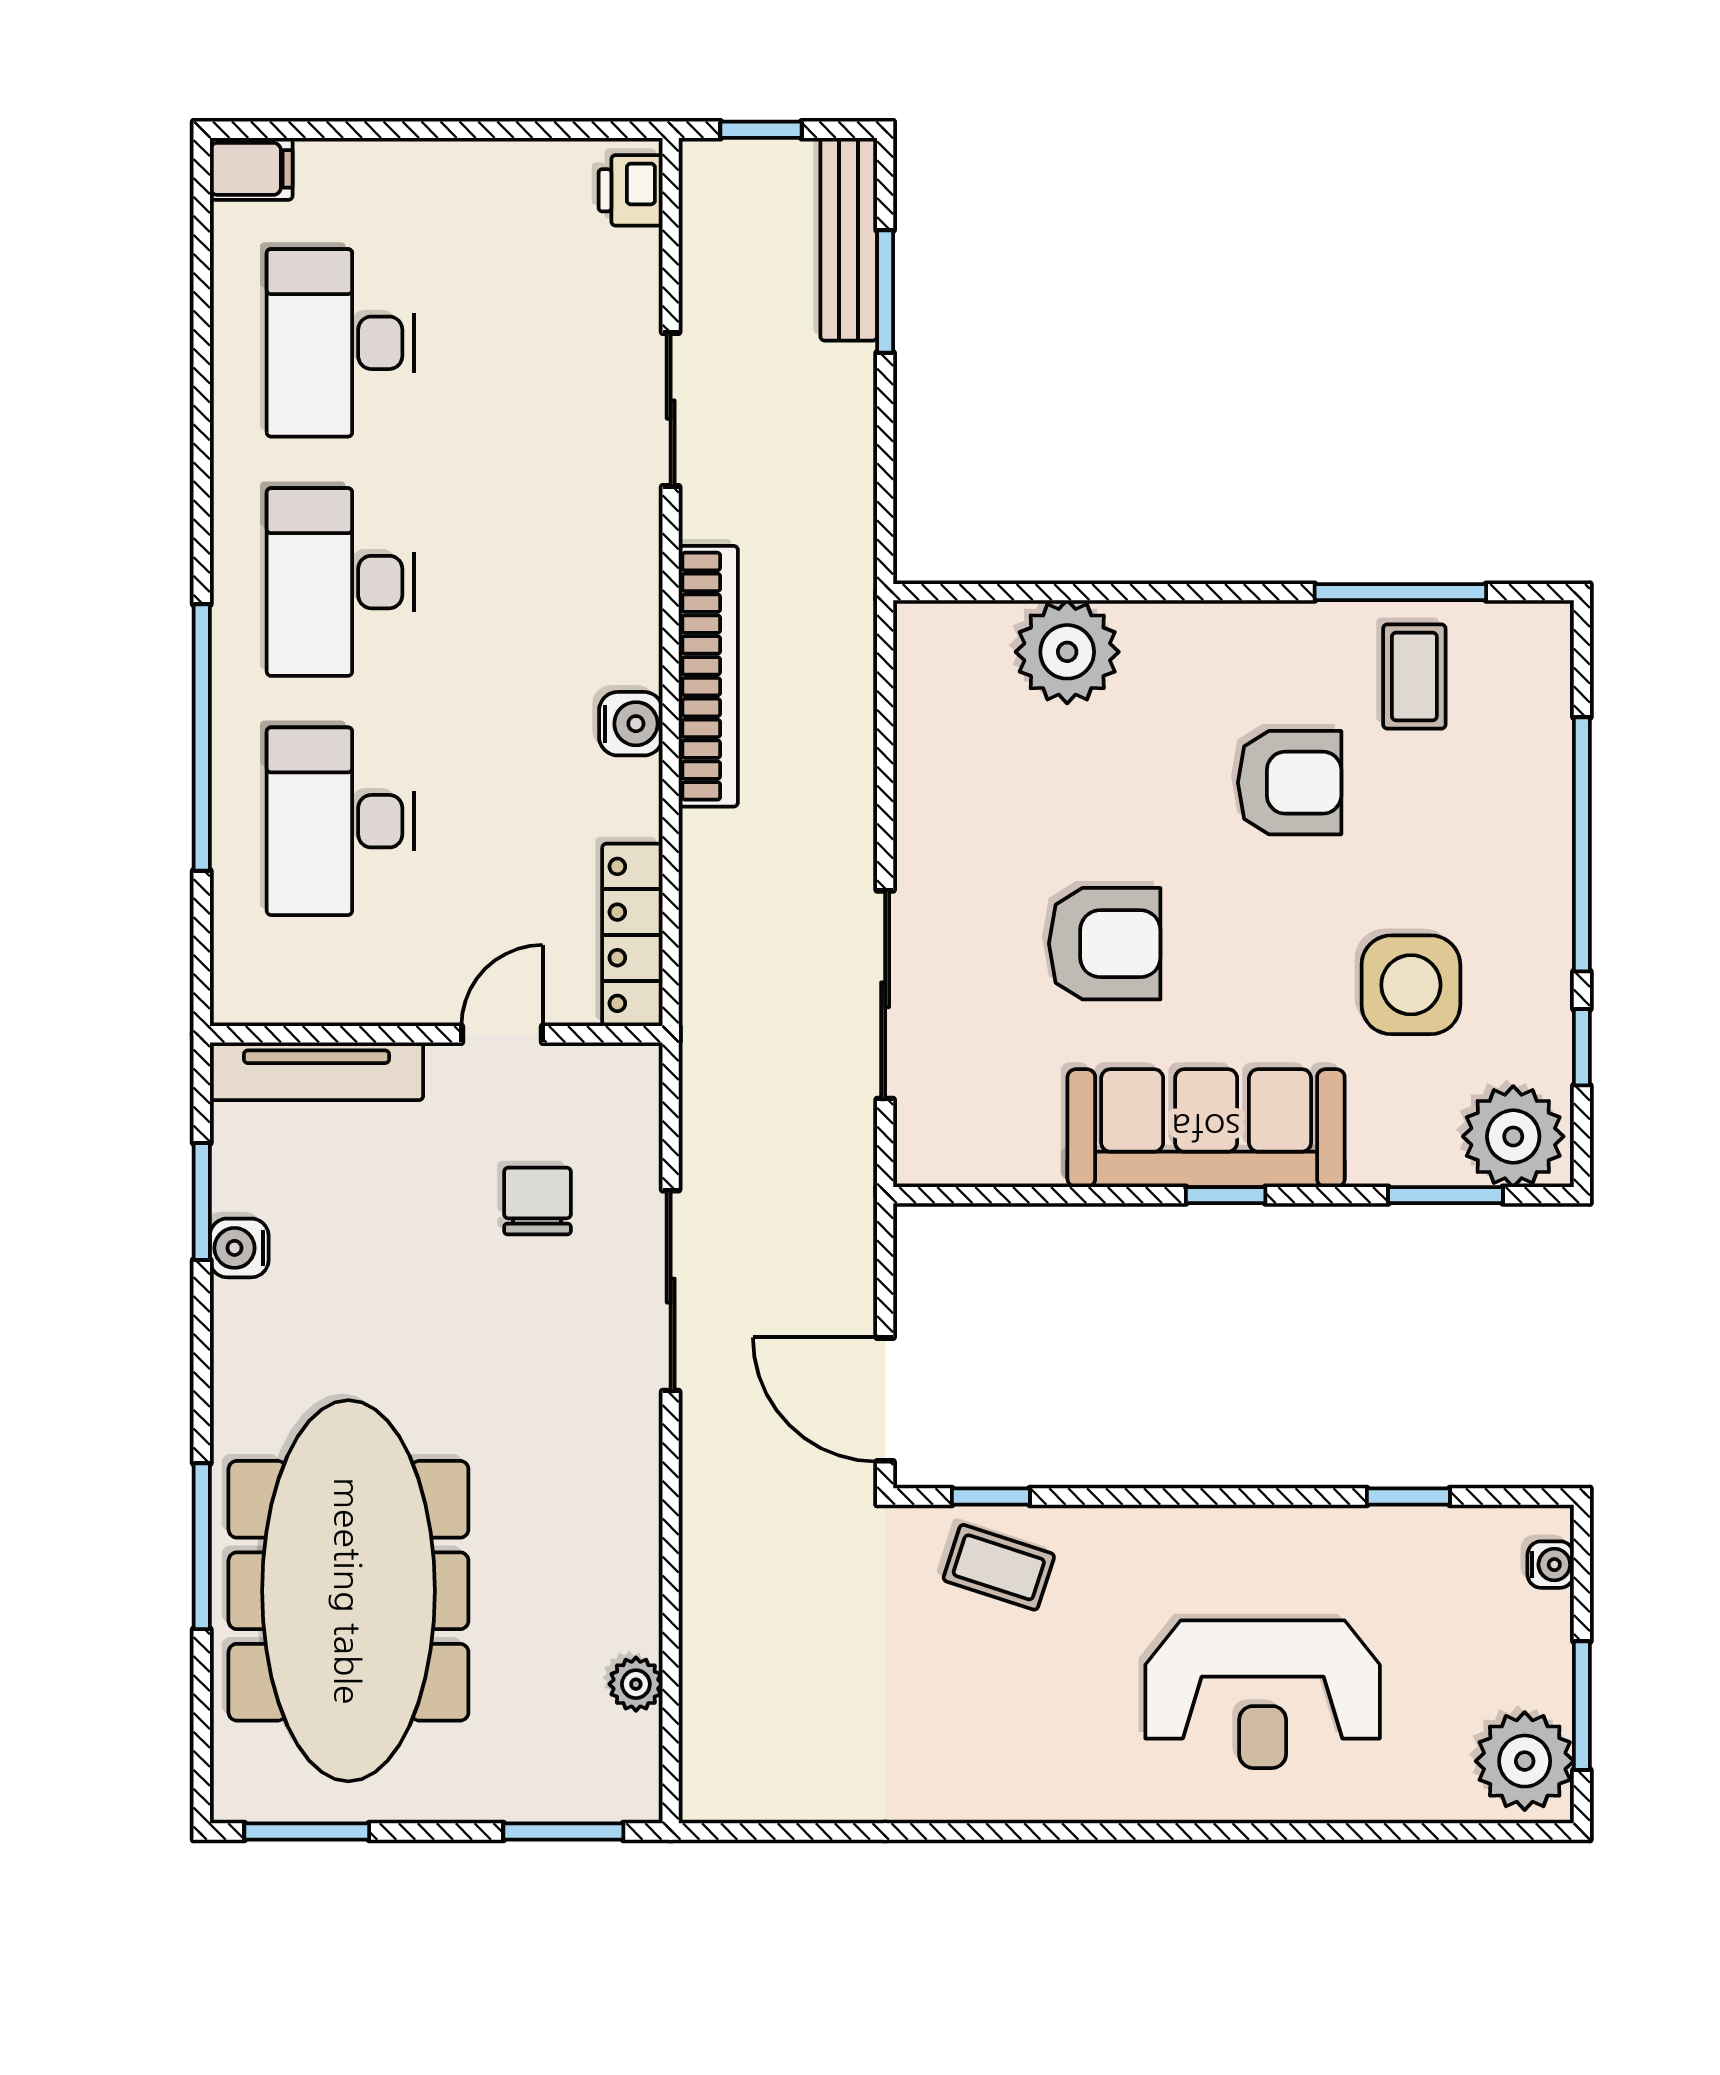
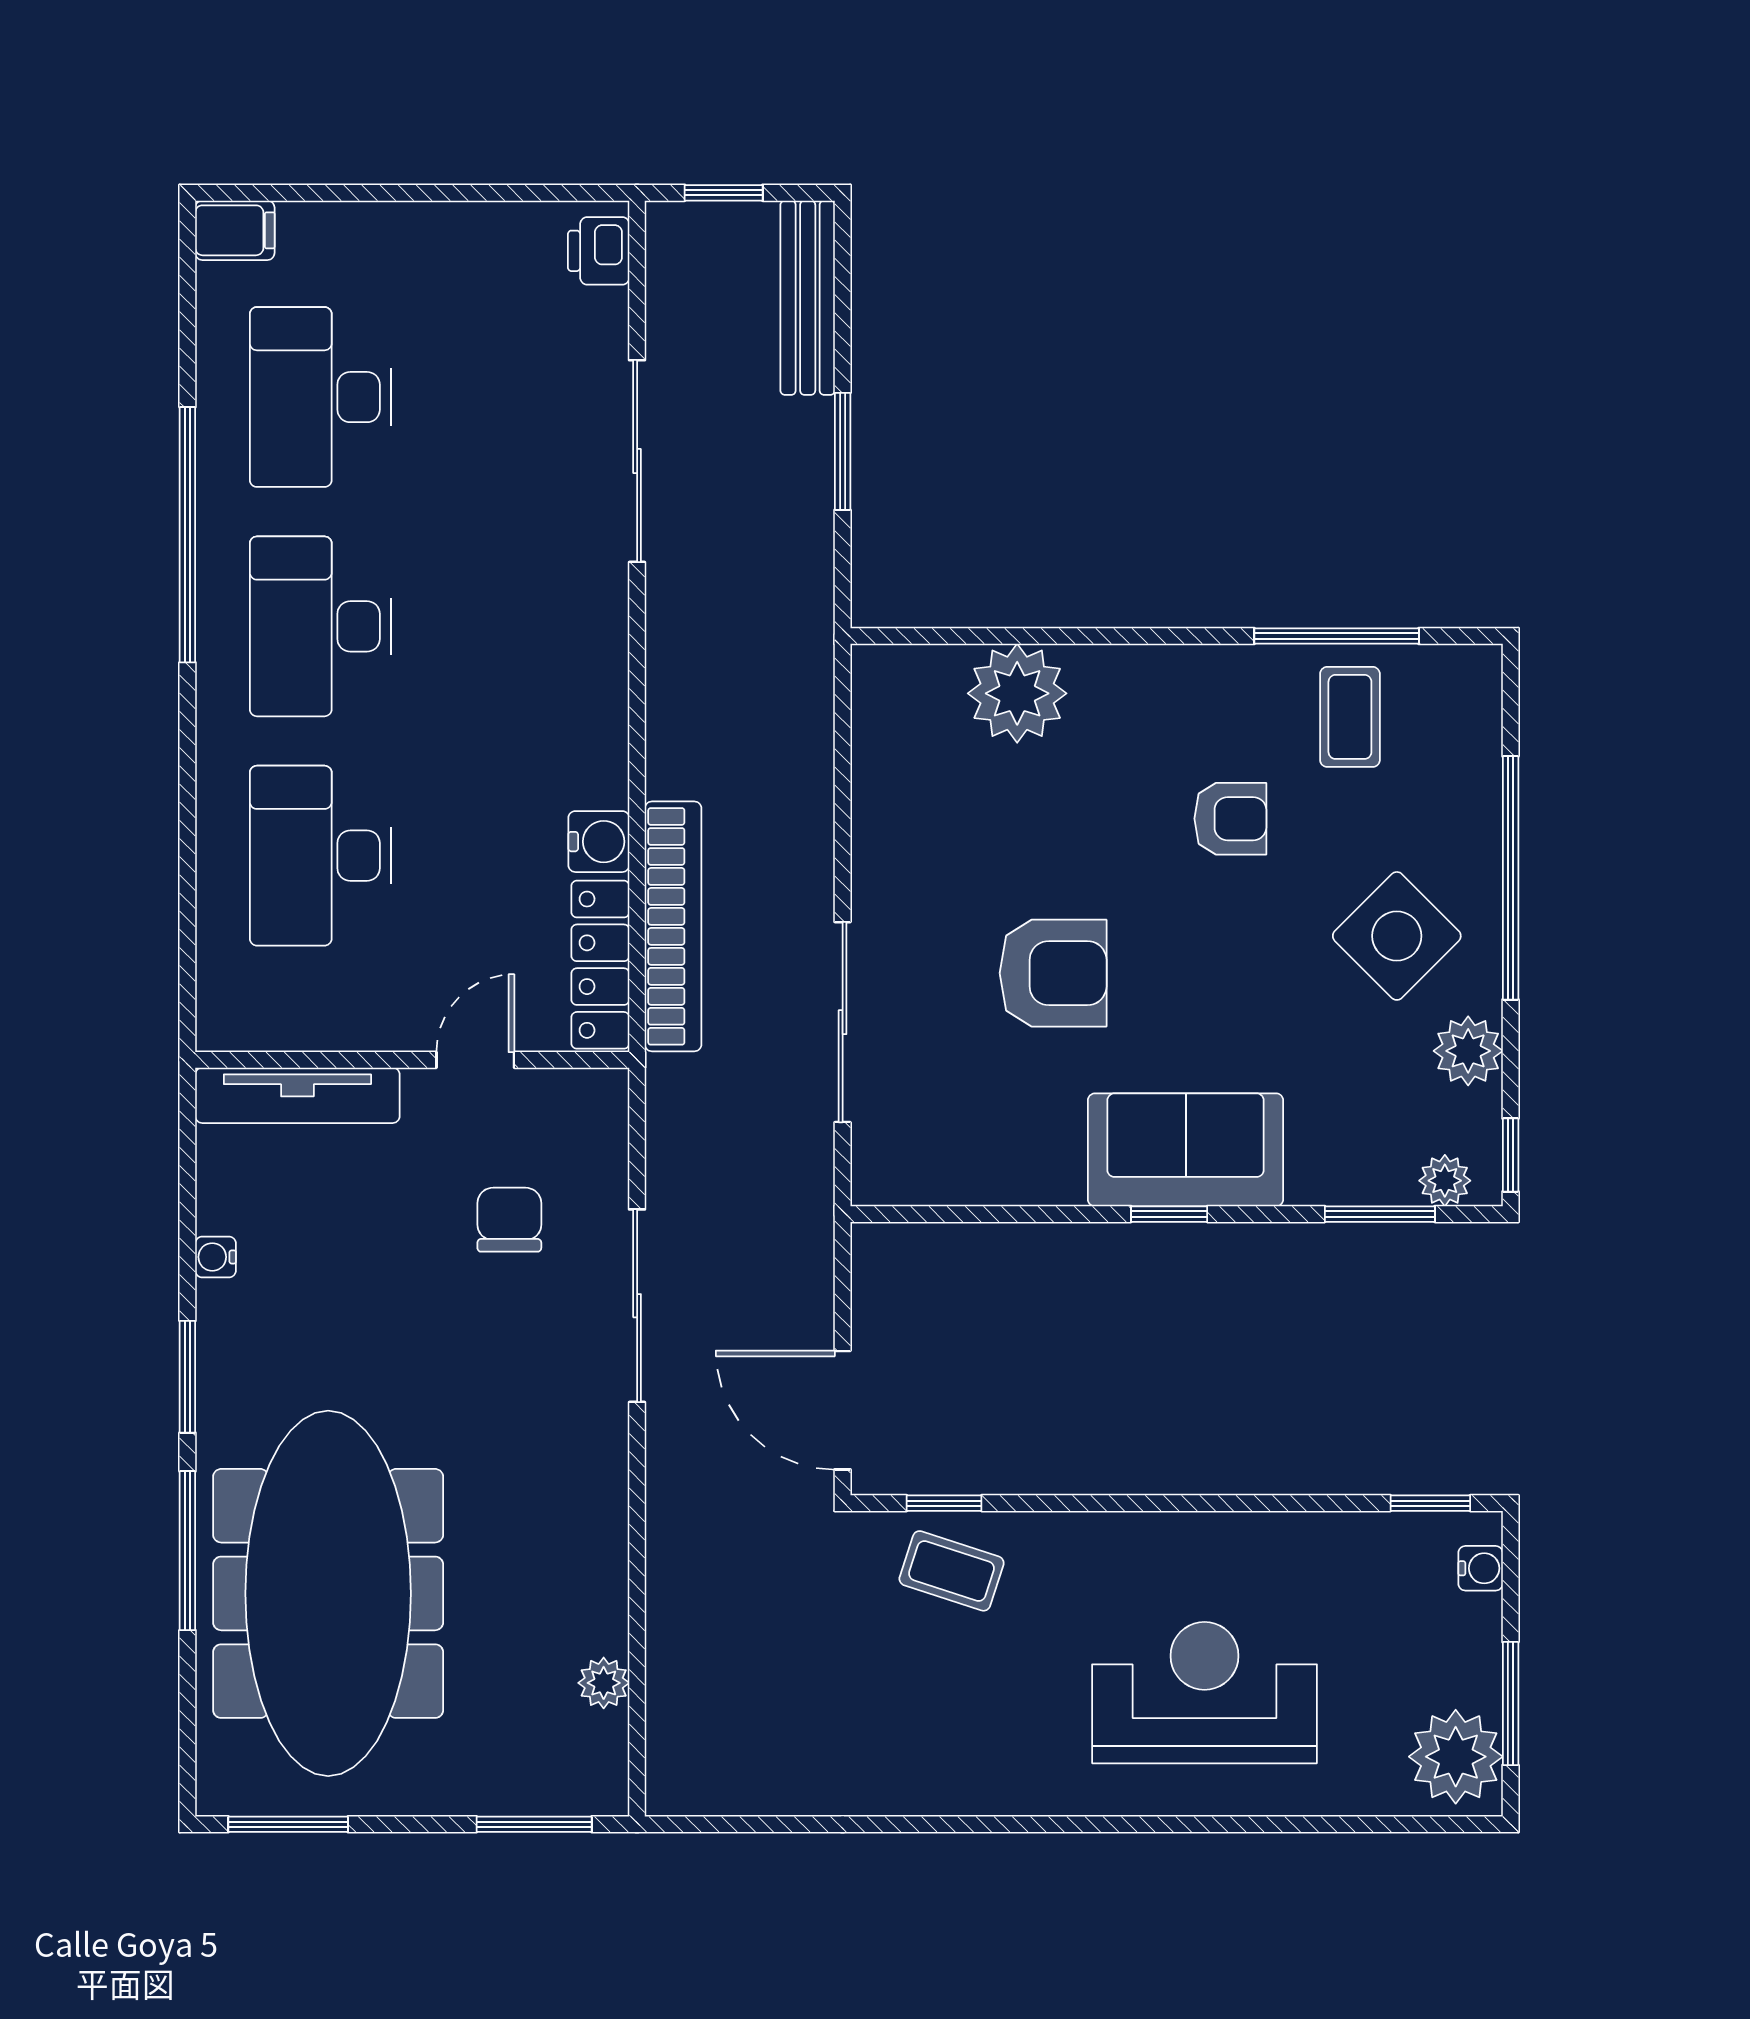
window: (885, 291) -> (843, 451), moved
sliding door: (671, 410) -> (637, 461), width x1.37
bookcase: (708, 676) -> (673, 926), moved
water cooler: (631, 724) -> (599, 842), moved
window: (202, 737) -> (187, 535), moved
armchair: (1290, 783) -> (1230, 819), width x0.72, depth x0.72
side table: (1411, 985) -> (1397, 936), moved, turned 45
plant: (1538, 1025) -> (1468, 1051), added
window: (1582, 1047) -> (1511, 1155), moved
sofa: (1206, 1128) -> (1186, 1150), width x0.73
plant: (1513, 1136) -> (1445, 1181), width x0.53, depth x0.53
window: (202, 1202) -> (187, 1377), moved
water cooler: (239, 1248) -> (216, 1257), width x0.72, depth x0.72
window: (1408, 1497) -> (1430, 1503), moved
reception desk: (1263, 1694) -> (1204, 1693), turned 180

